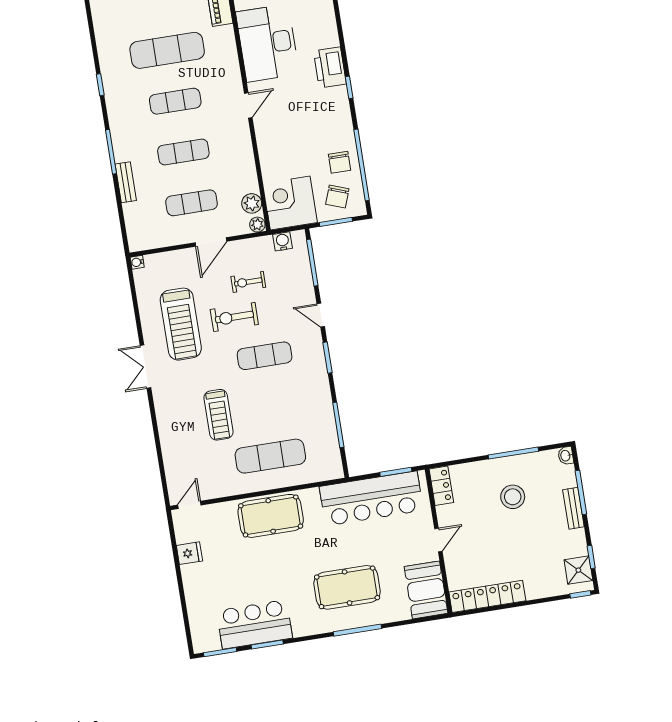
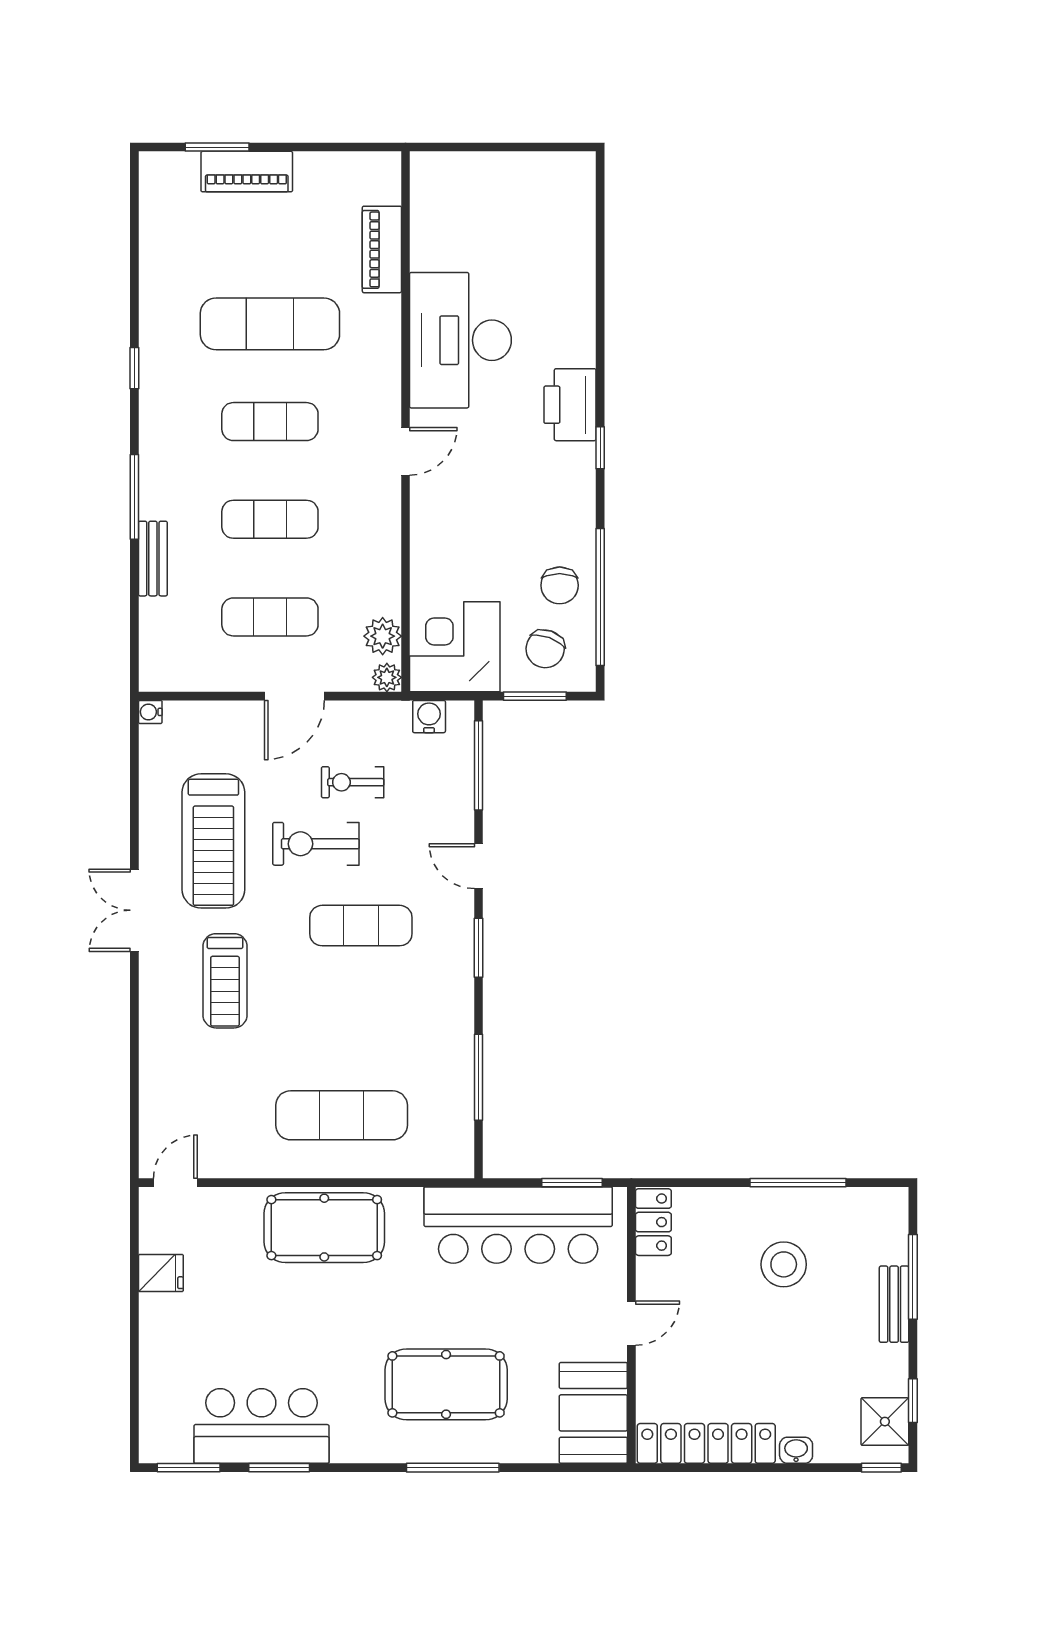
treadmill: (218, 415) -> (225, 981), moved
washbasin: (566, 456) -> (796, 1450), moved, turned 90

